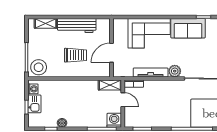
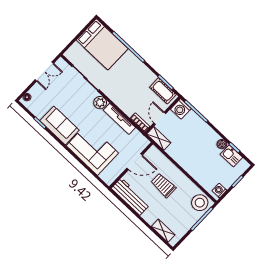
workbench: (77, 25) -> (131, 197), moved
kitchen sink: (34, 104) -> (231, 156), moved, turned -90
cot: (139, 121) -> (163, 91), added

